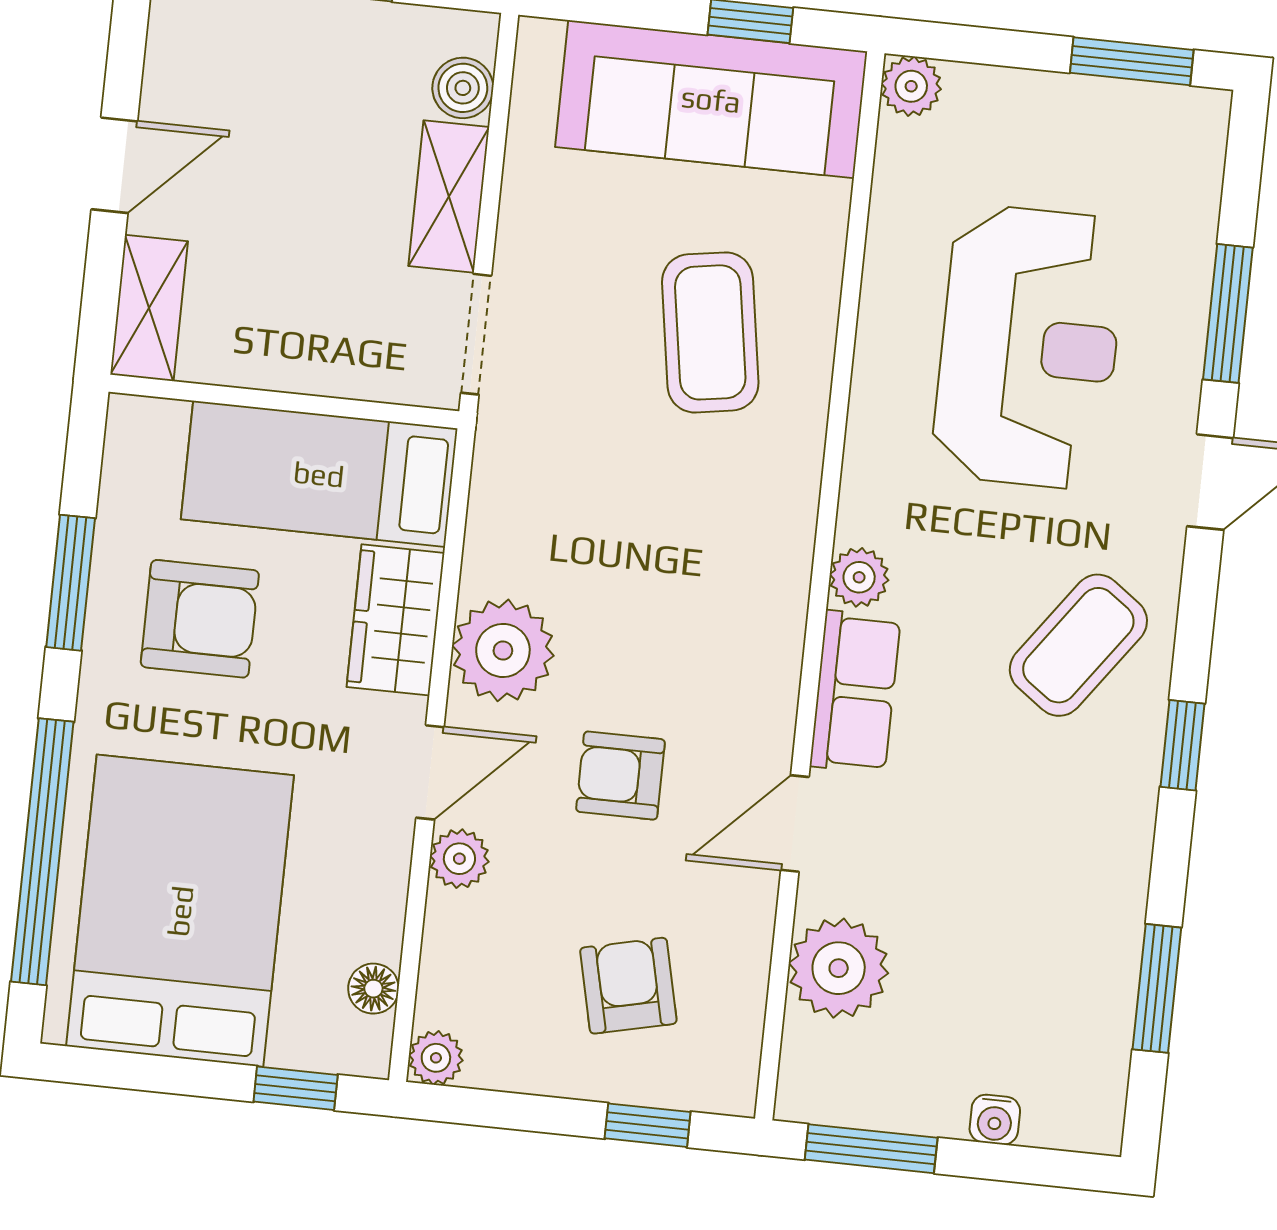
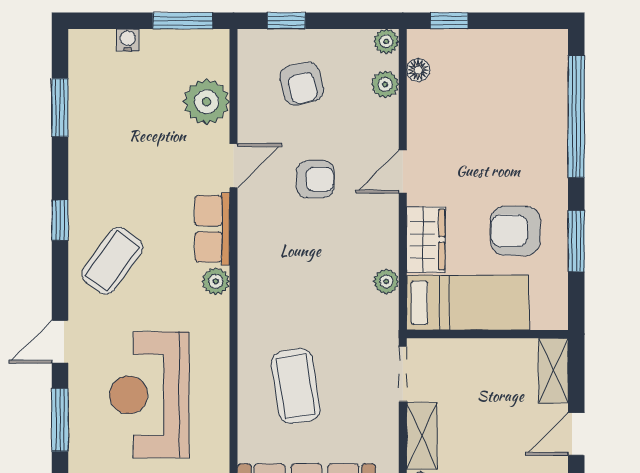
plant: (503, 650) -> (386, 281), moved, width x0.53, depth x0.53
plant: (459, 859) -> (385, 84), moved
bed: (180, 911) -> (510, 96), removed

